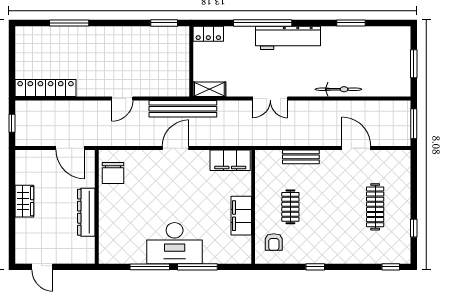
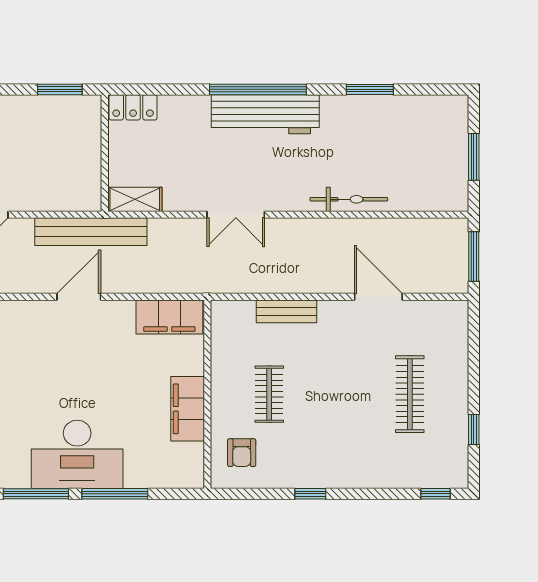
window: (263, 23) -> (258, 89), moved

